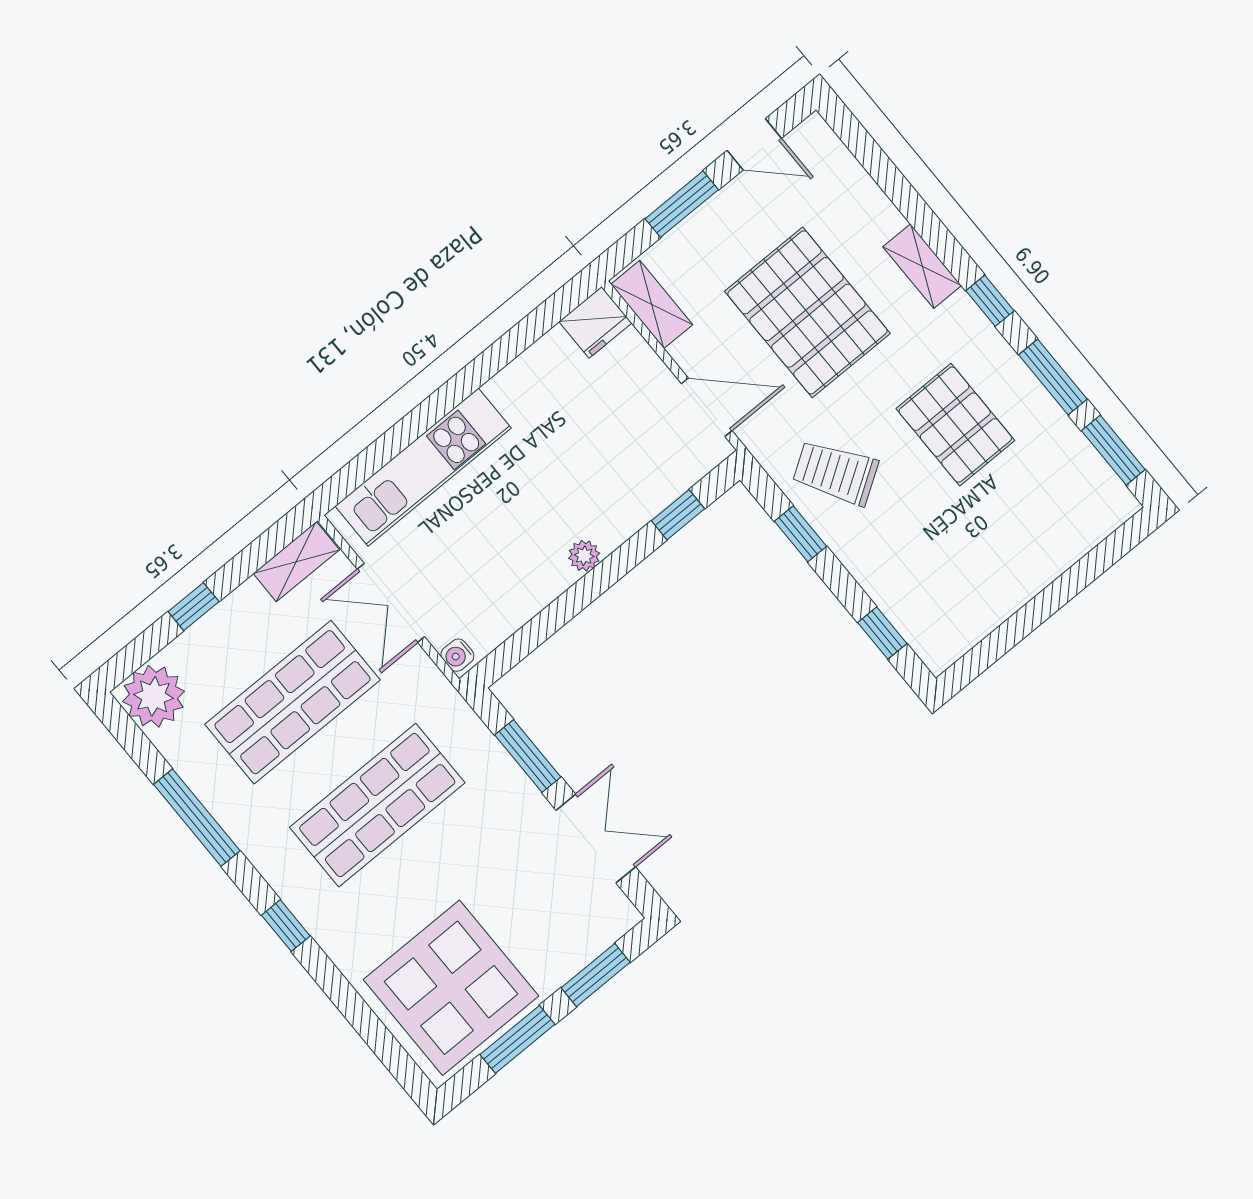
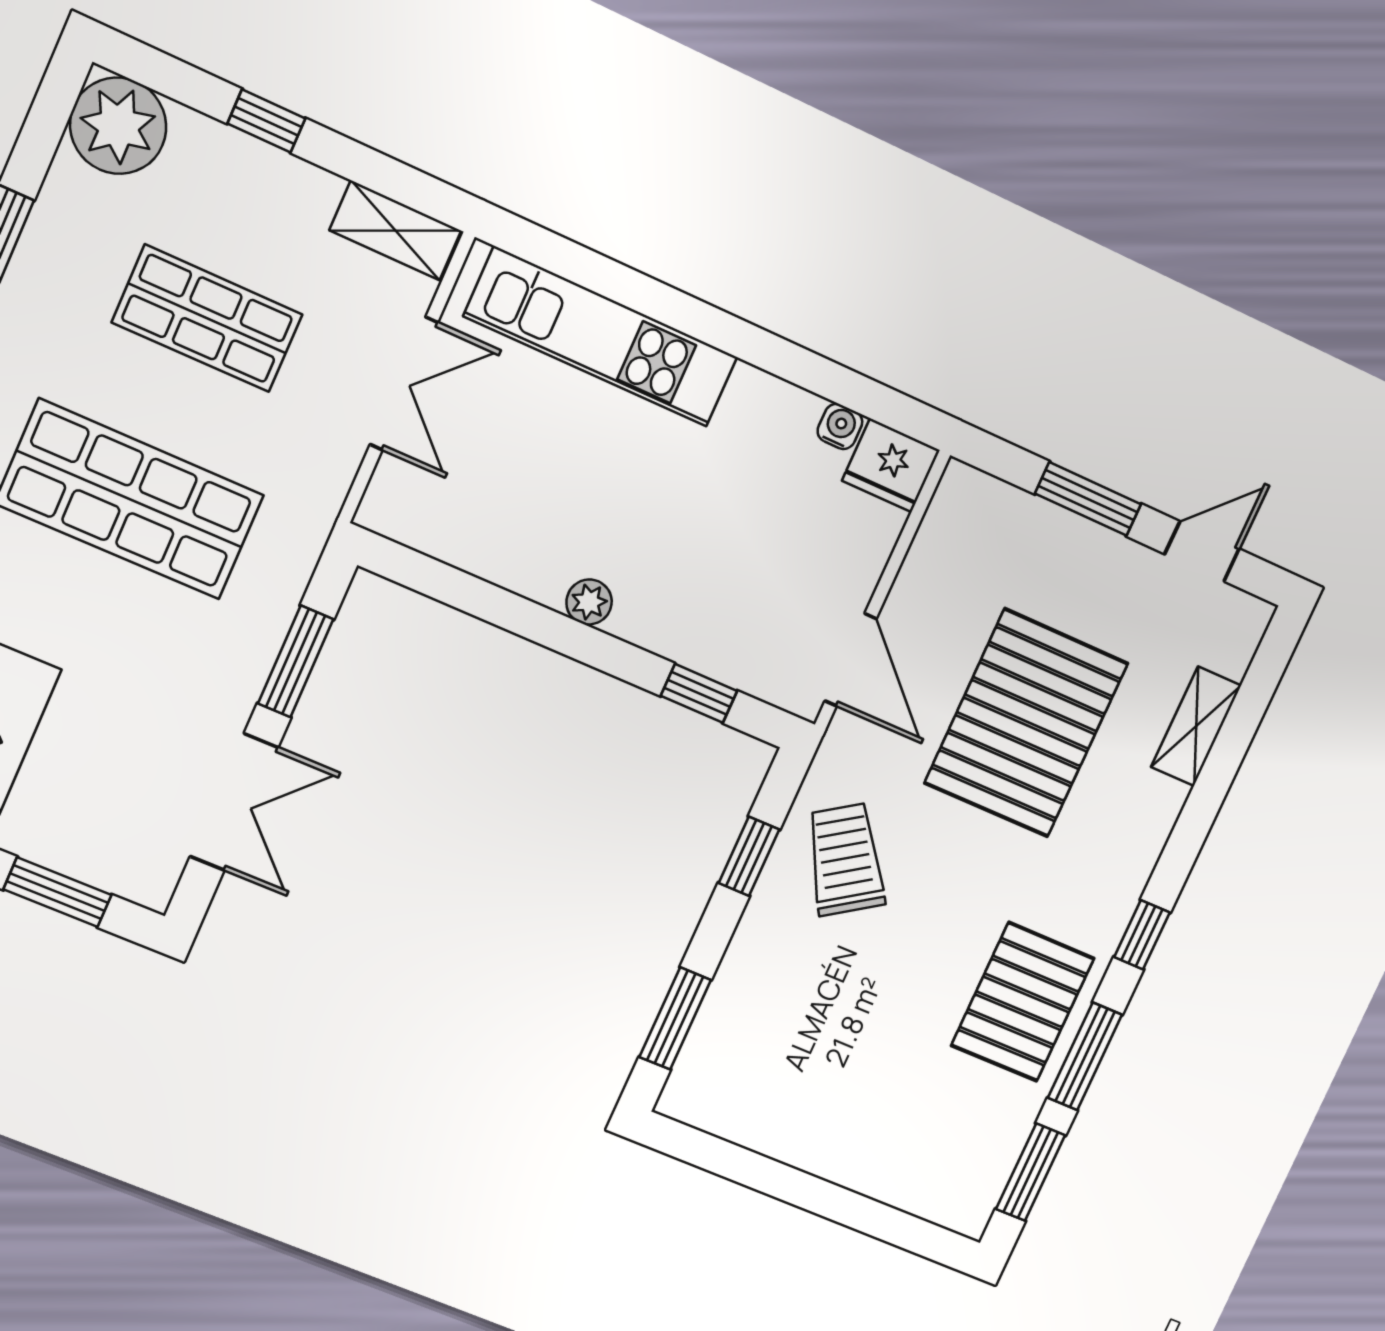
door: (754, 144) -> (1202, 551), swing flipped
shelving: (922, 266) -> (1196, 726), moved
shelving: (652, 304) -> (946, 525), removed
pallet: (955, 425) -> (1023, 1002), moved
double door: (391, 603) -> (404, 384), swing flipped
window: (882, 633) -> (675, 1018), width x1.50
water cooler: (457, 655) -> (840, 426), moved, turned 90
shop shelf: (292, 702) -> (207, 318), width x0.70, depth x0.74

